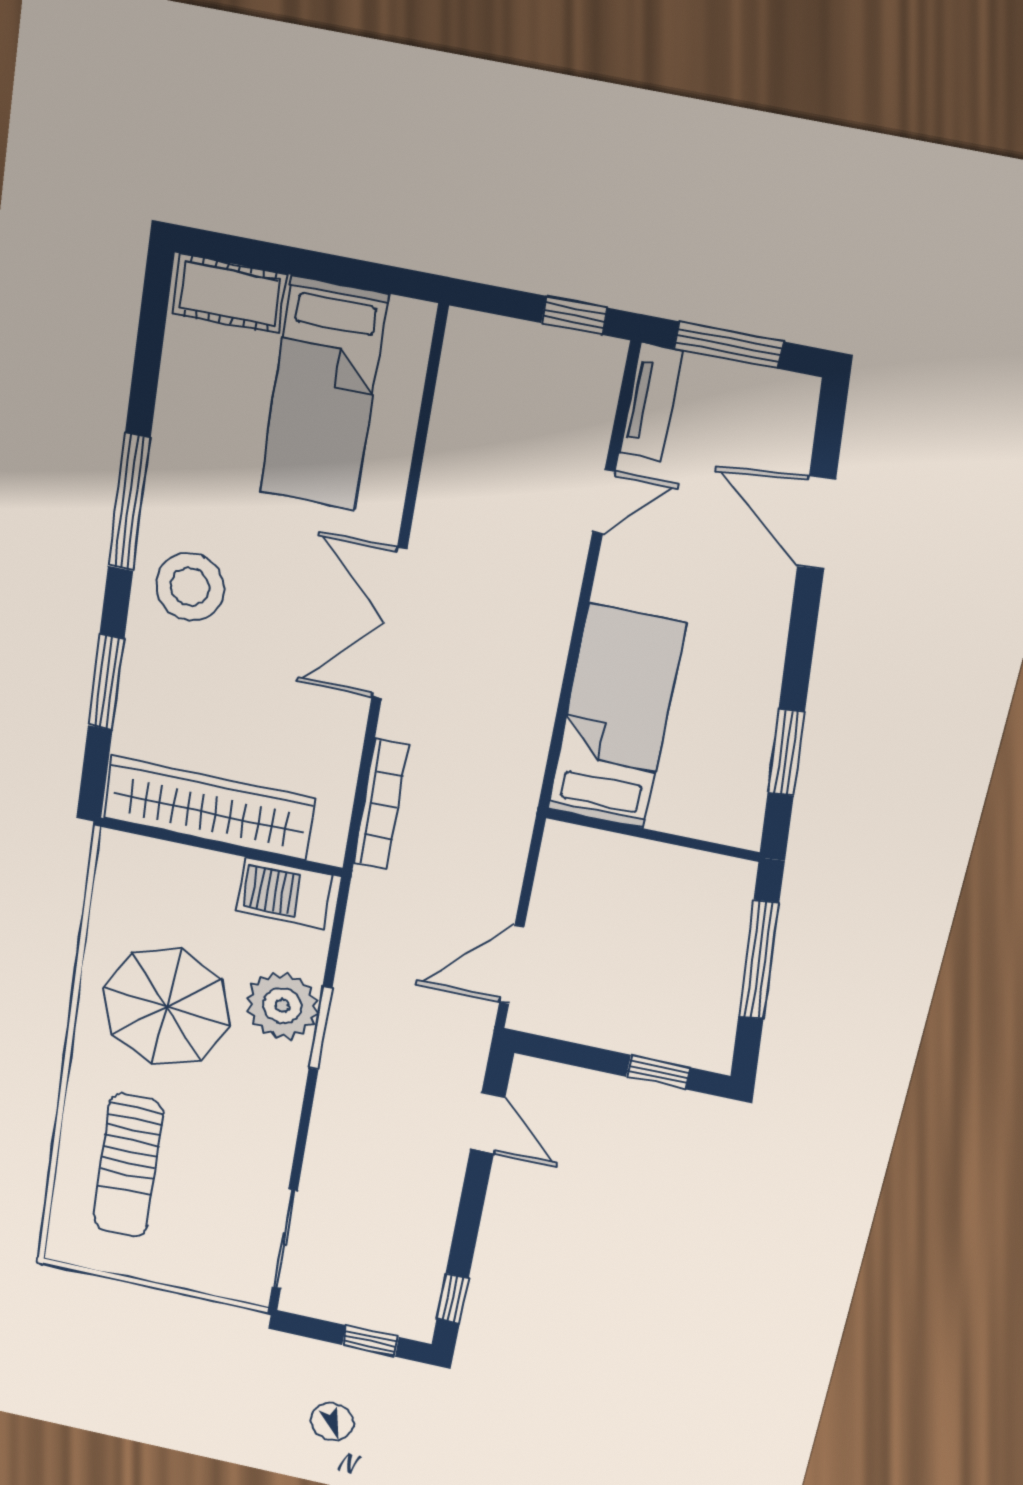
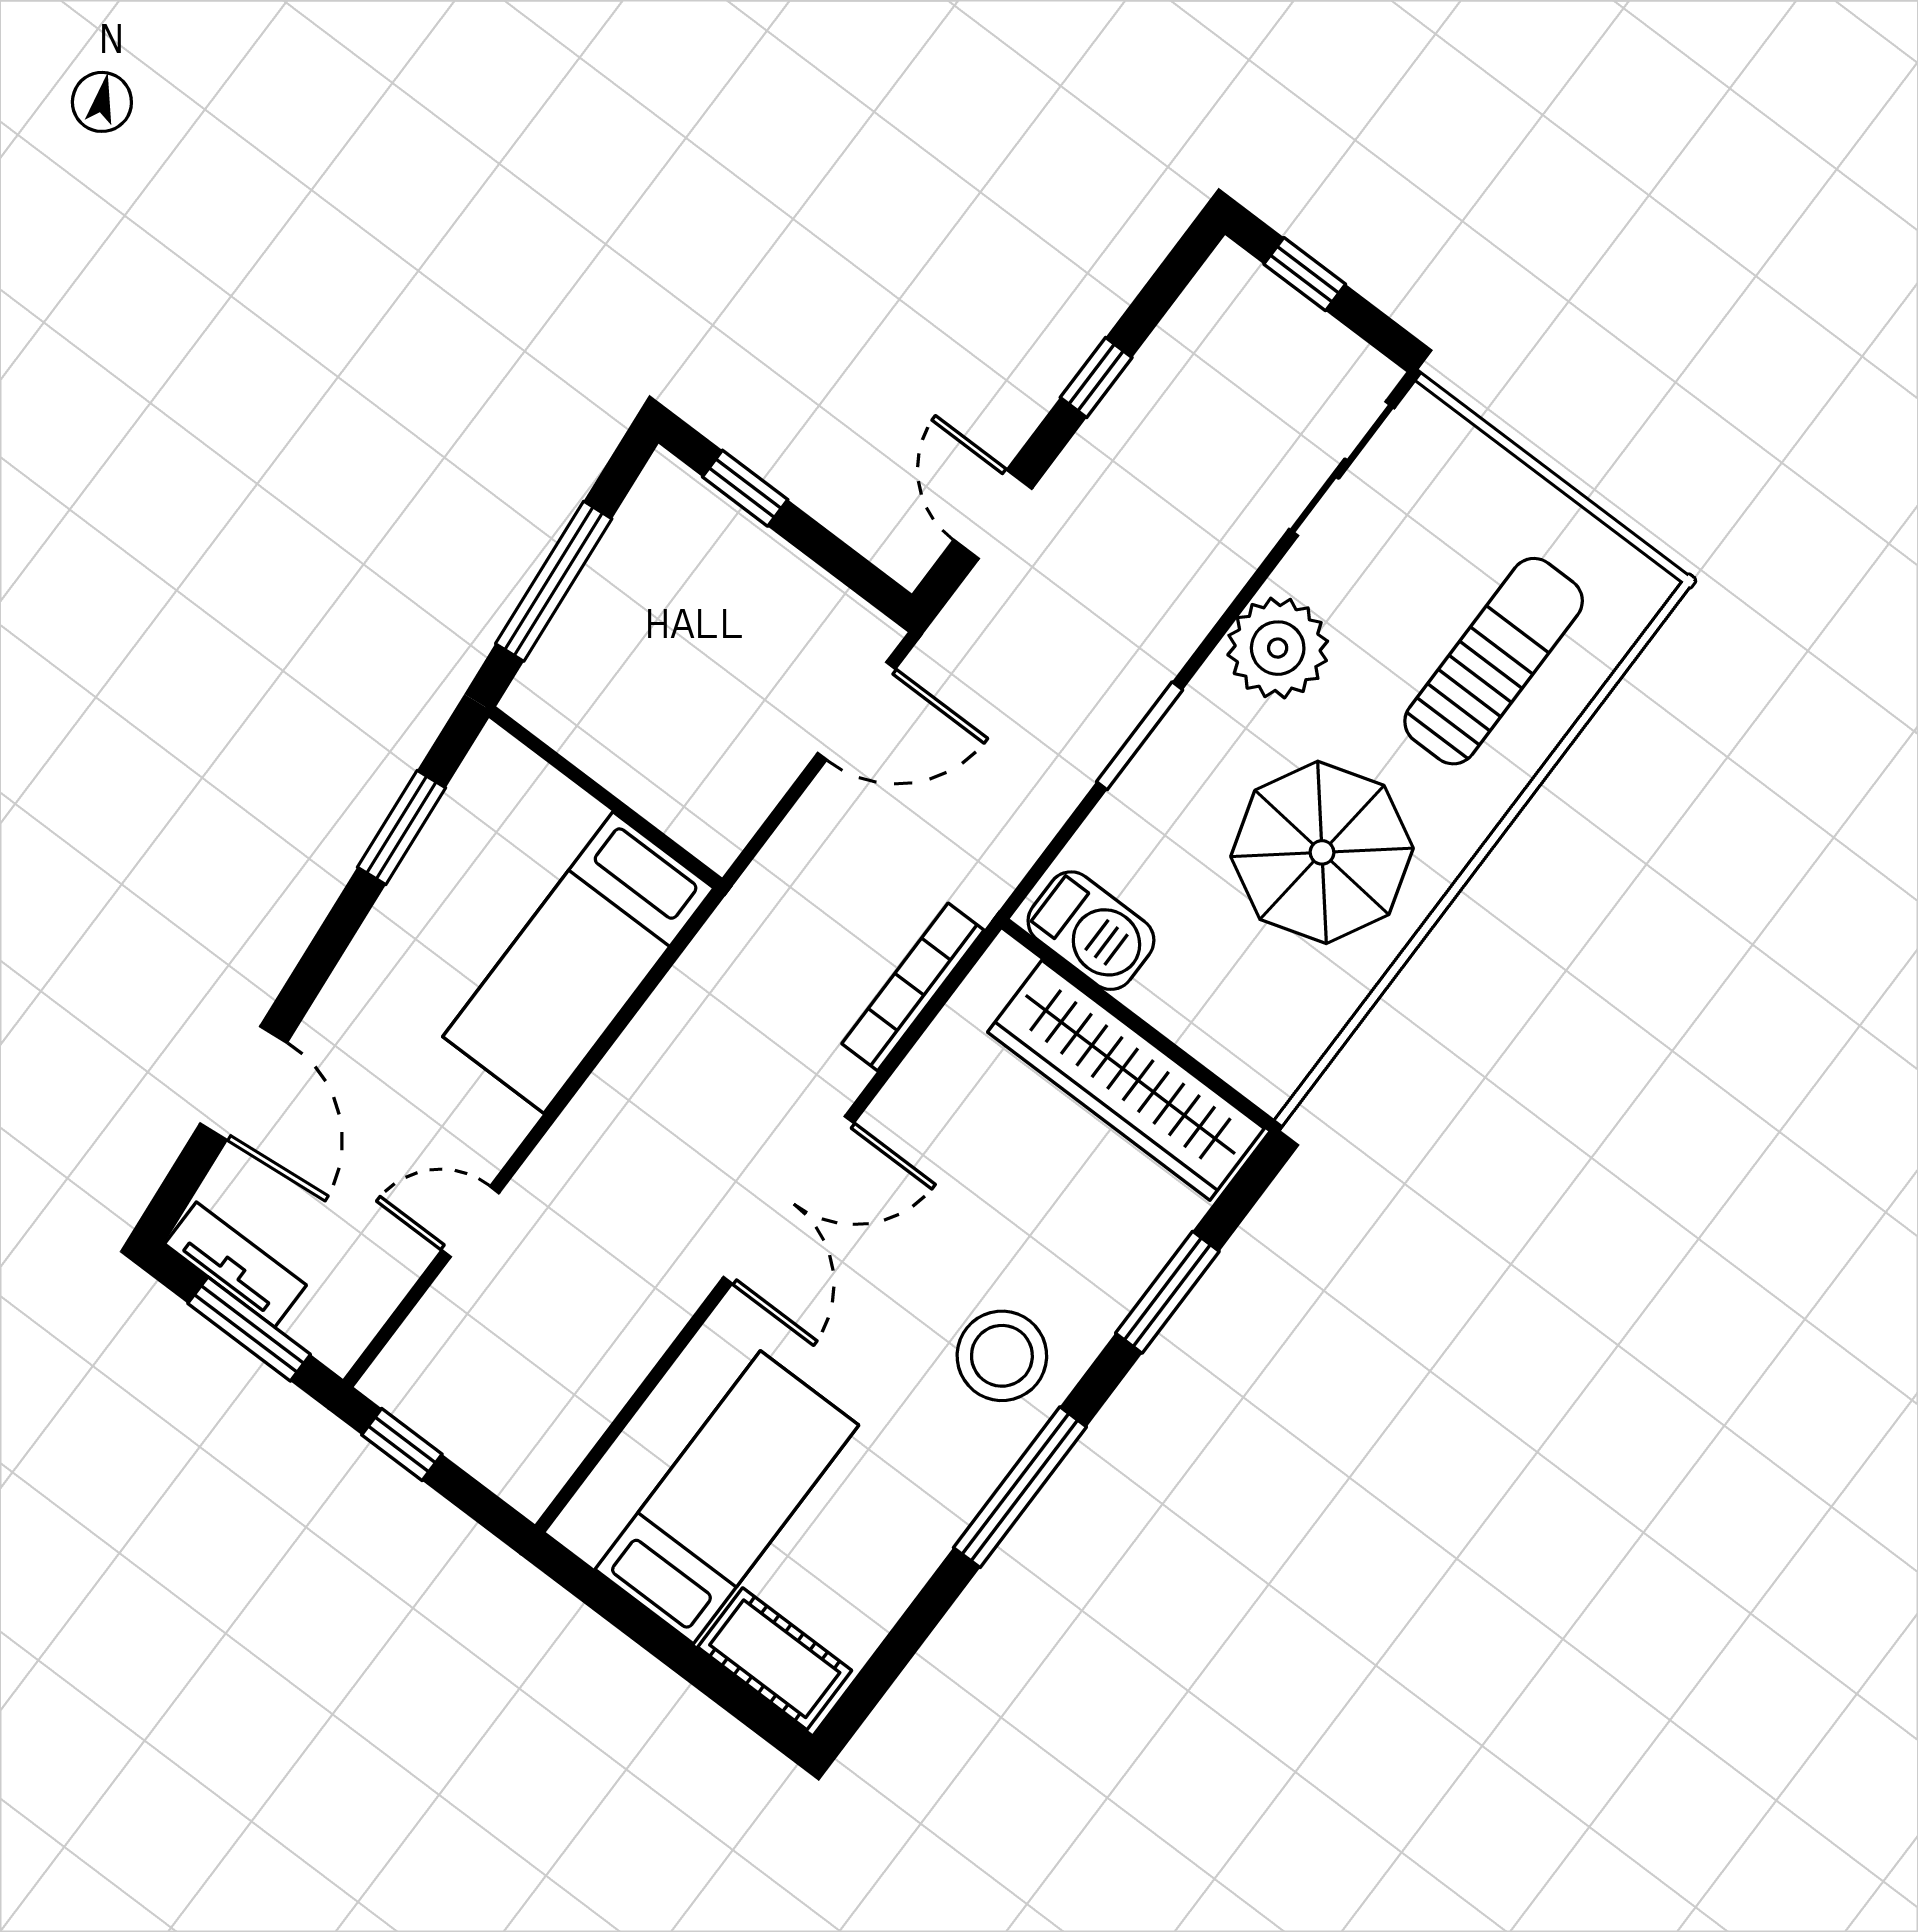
tv unit: (651, 402) -> (236, 1265), moved, turned 90
plant: (282, 1006) -> (1278, 648), moved
window: (453, 1299) -> (1096, 378), moved

